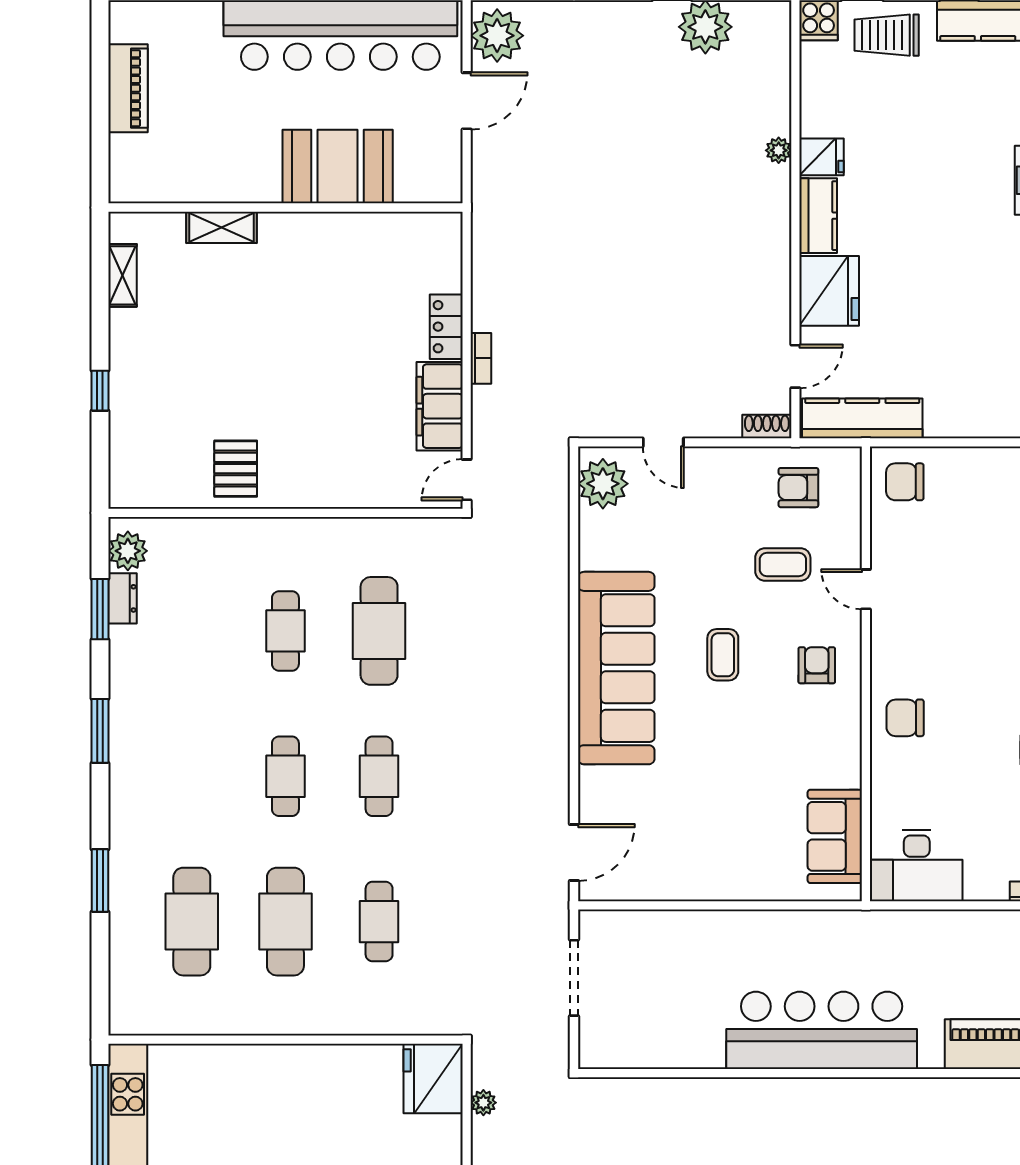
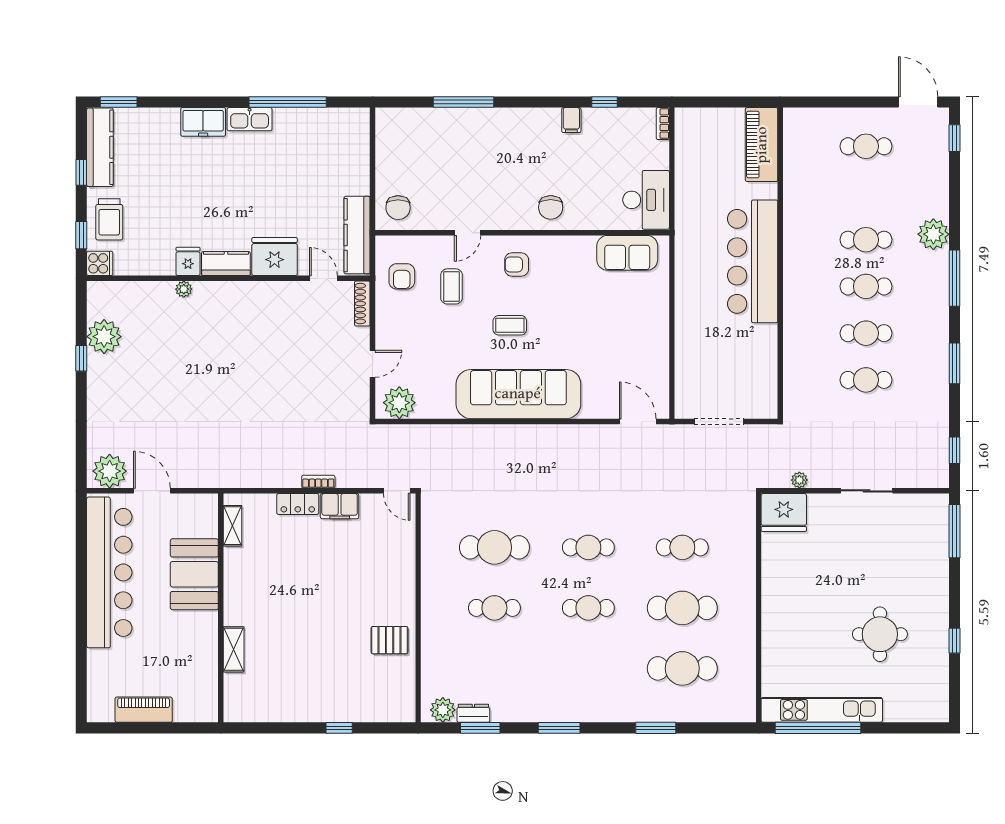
shelving: (122, 275) -> (233, 526), moved, turned 90
filing cabinet: (440, 406) -> (340, 506), width x0.67, depth x0.86
shoe rack: (767, 426) -> (362, 304), width x1.43

